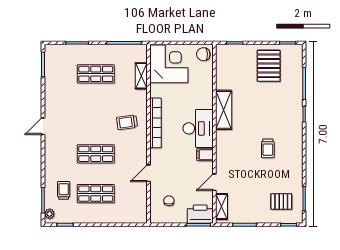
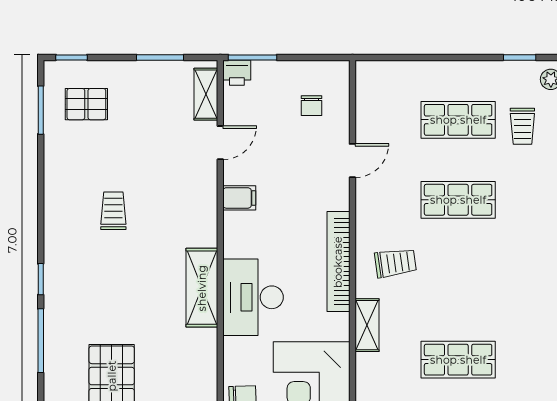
shelving: (141, 76) -> (367, 325), moved
desk: (198, 128) -> (253, 297), moved
printer: (200, 214) -> (237, 73), width x0.53, depth x0.68

